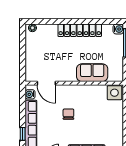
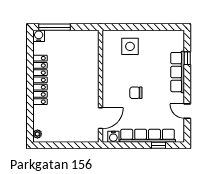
sofa: (92, 73) -> (89, 66), removed
side table: (114, 93) -> (130, 46), moved

